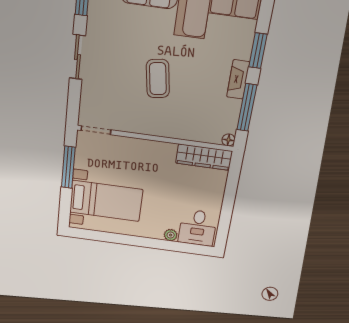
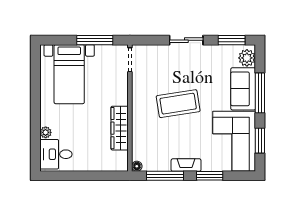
coffee table: (158, 79) -> (178, 104), width x1.36, depth x1.32
wardrobe: (204, 157) -> (120, 128), moved

